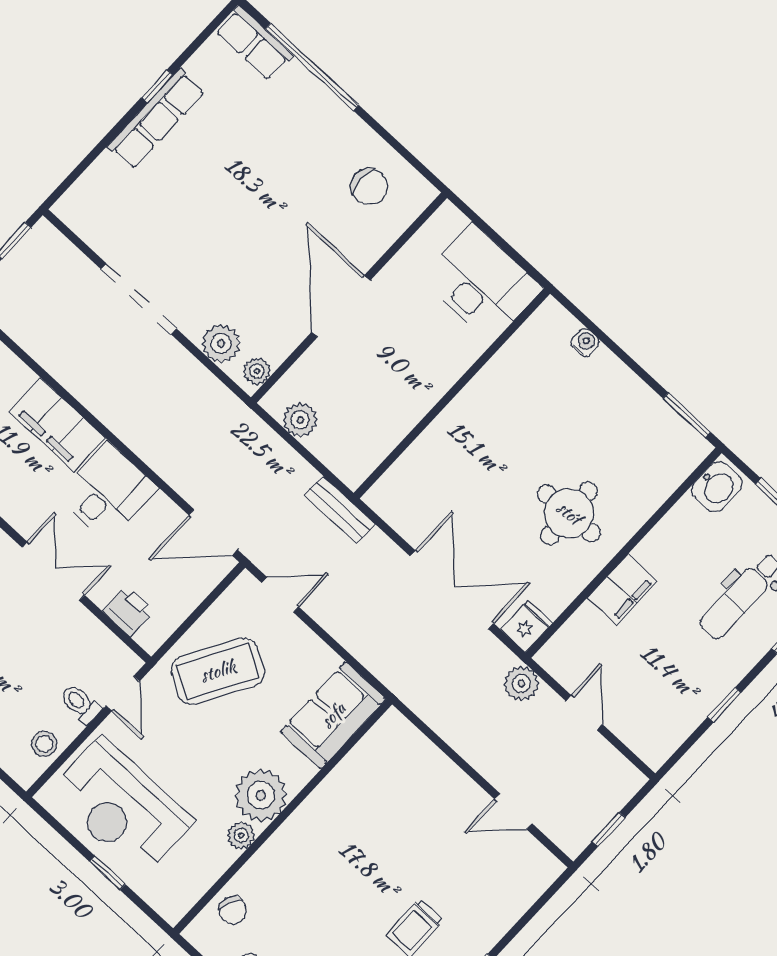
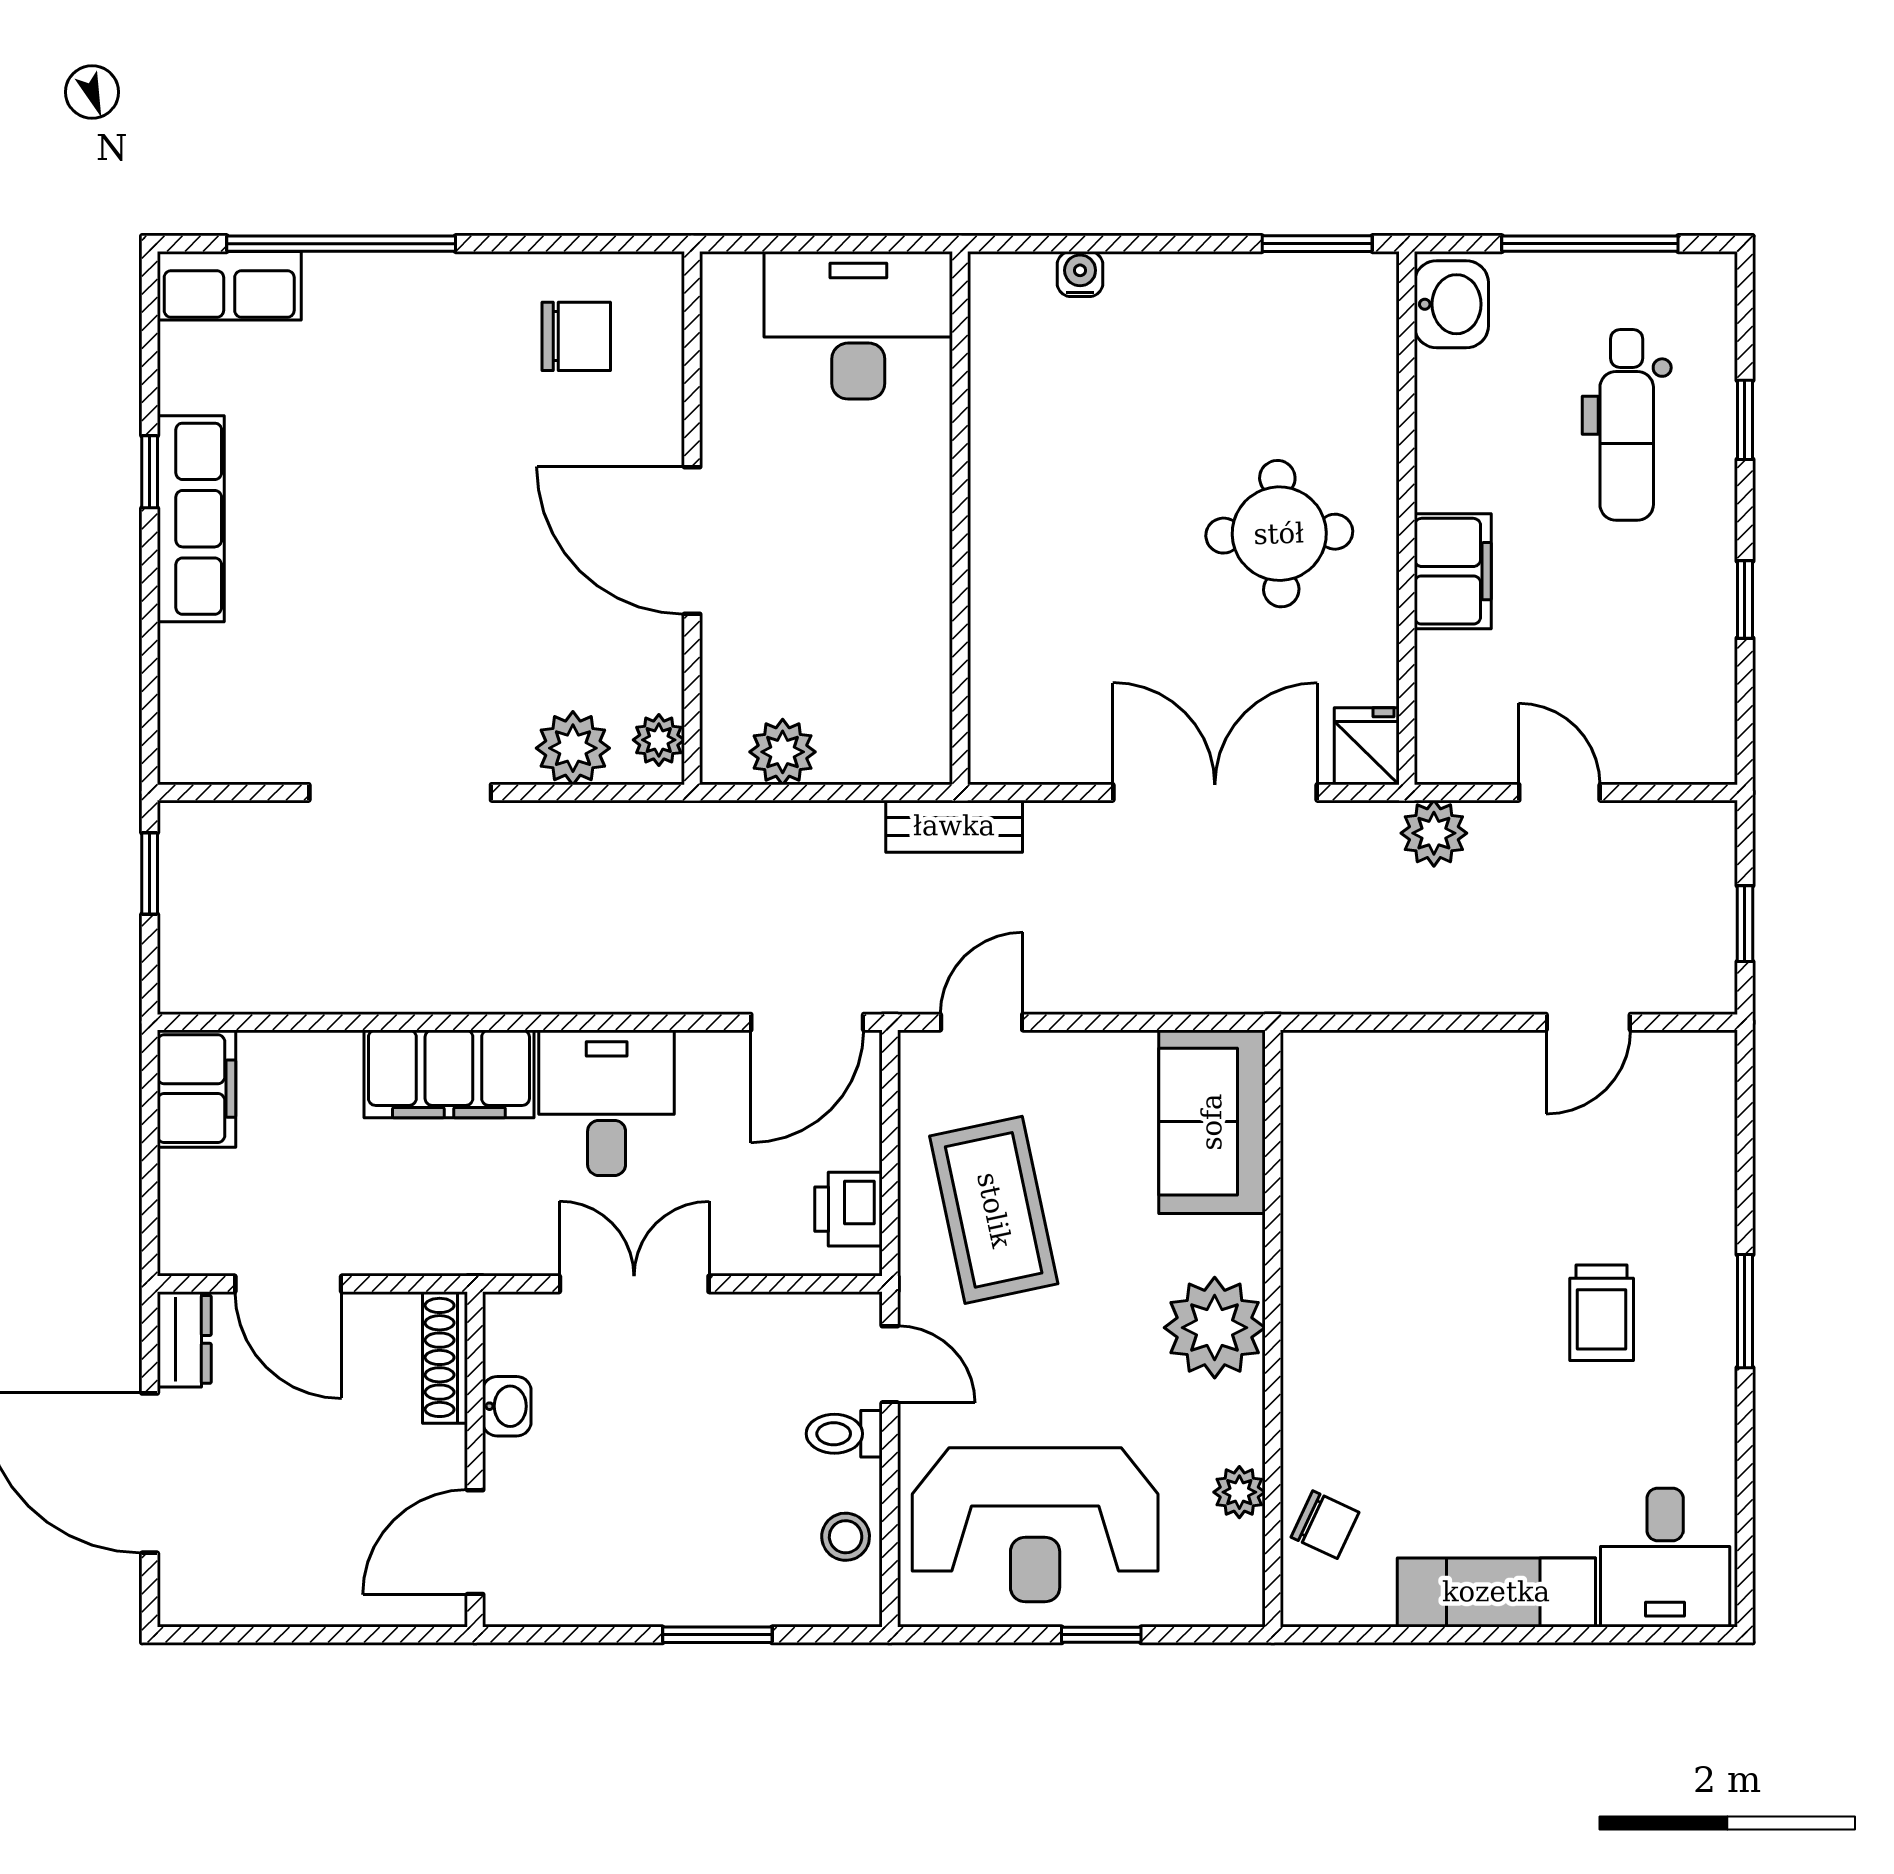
printer: (128, 611) -> (849, 1209), moved, turned -90
coffee table: (218, 671) -> (994, 1210), turned -42
plant: (241, 835) -> (1239, 1492), moved

